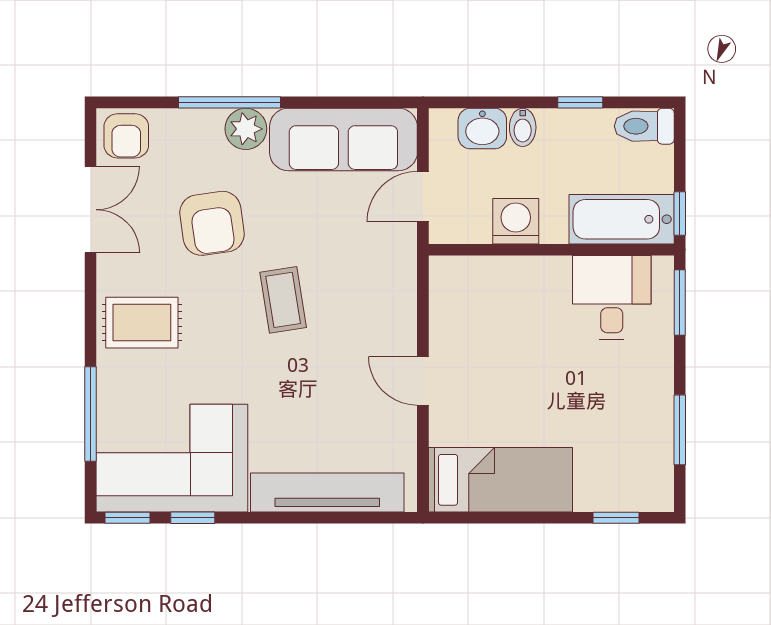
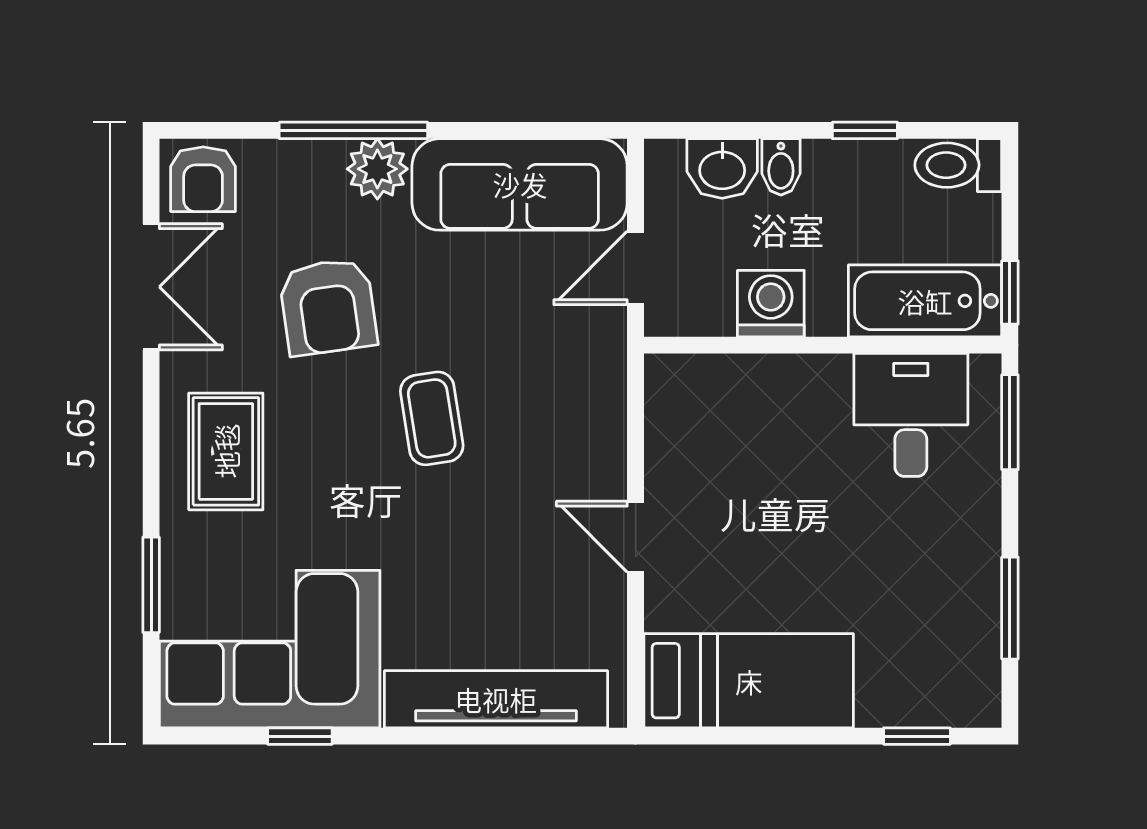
rug: (142, 323) -> (226, 451), turned 90
window: (91, 414) -> (151, 585), width x0.69
window: (127, 518) -> (205, 736), removed

